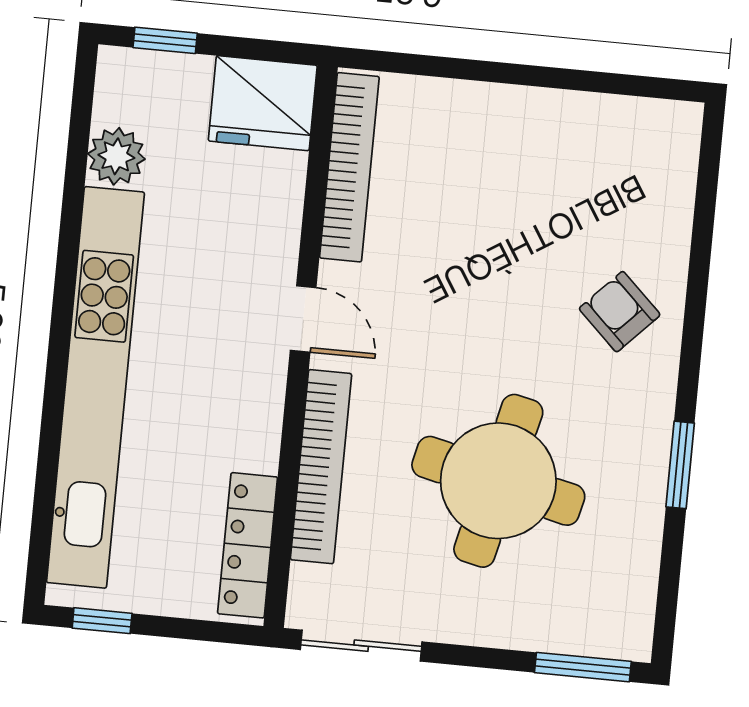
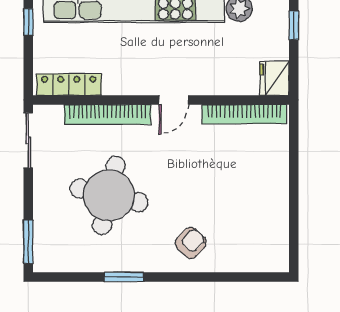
fridge: (263, 103) -> (275, 78), width x0.73, depth x0.75

